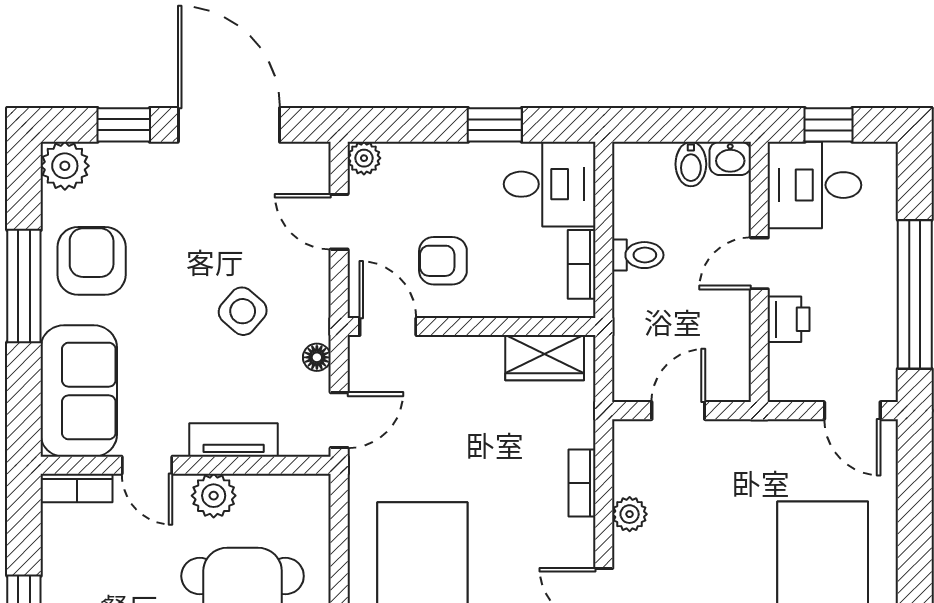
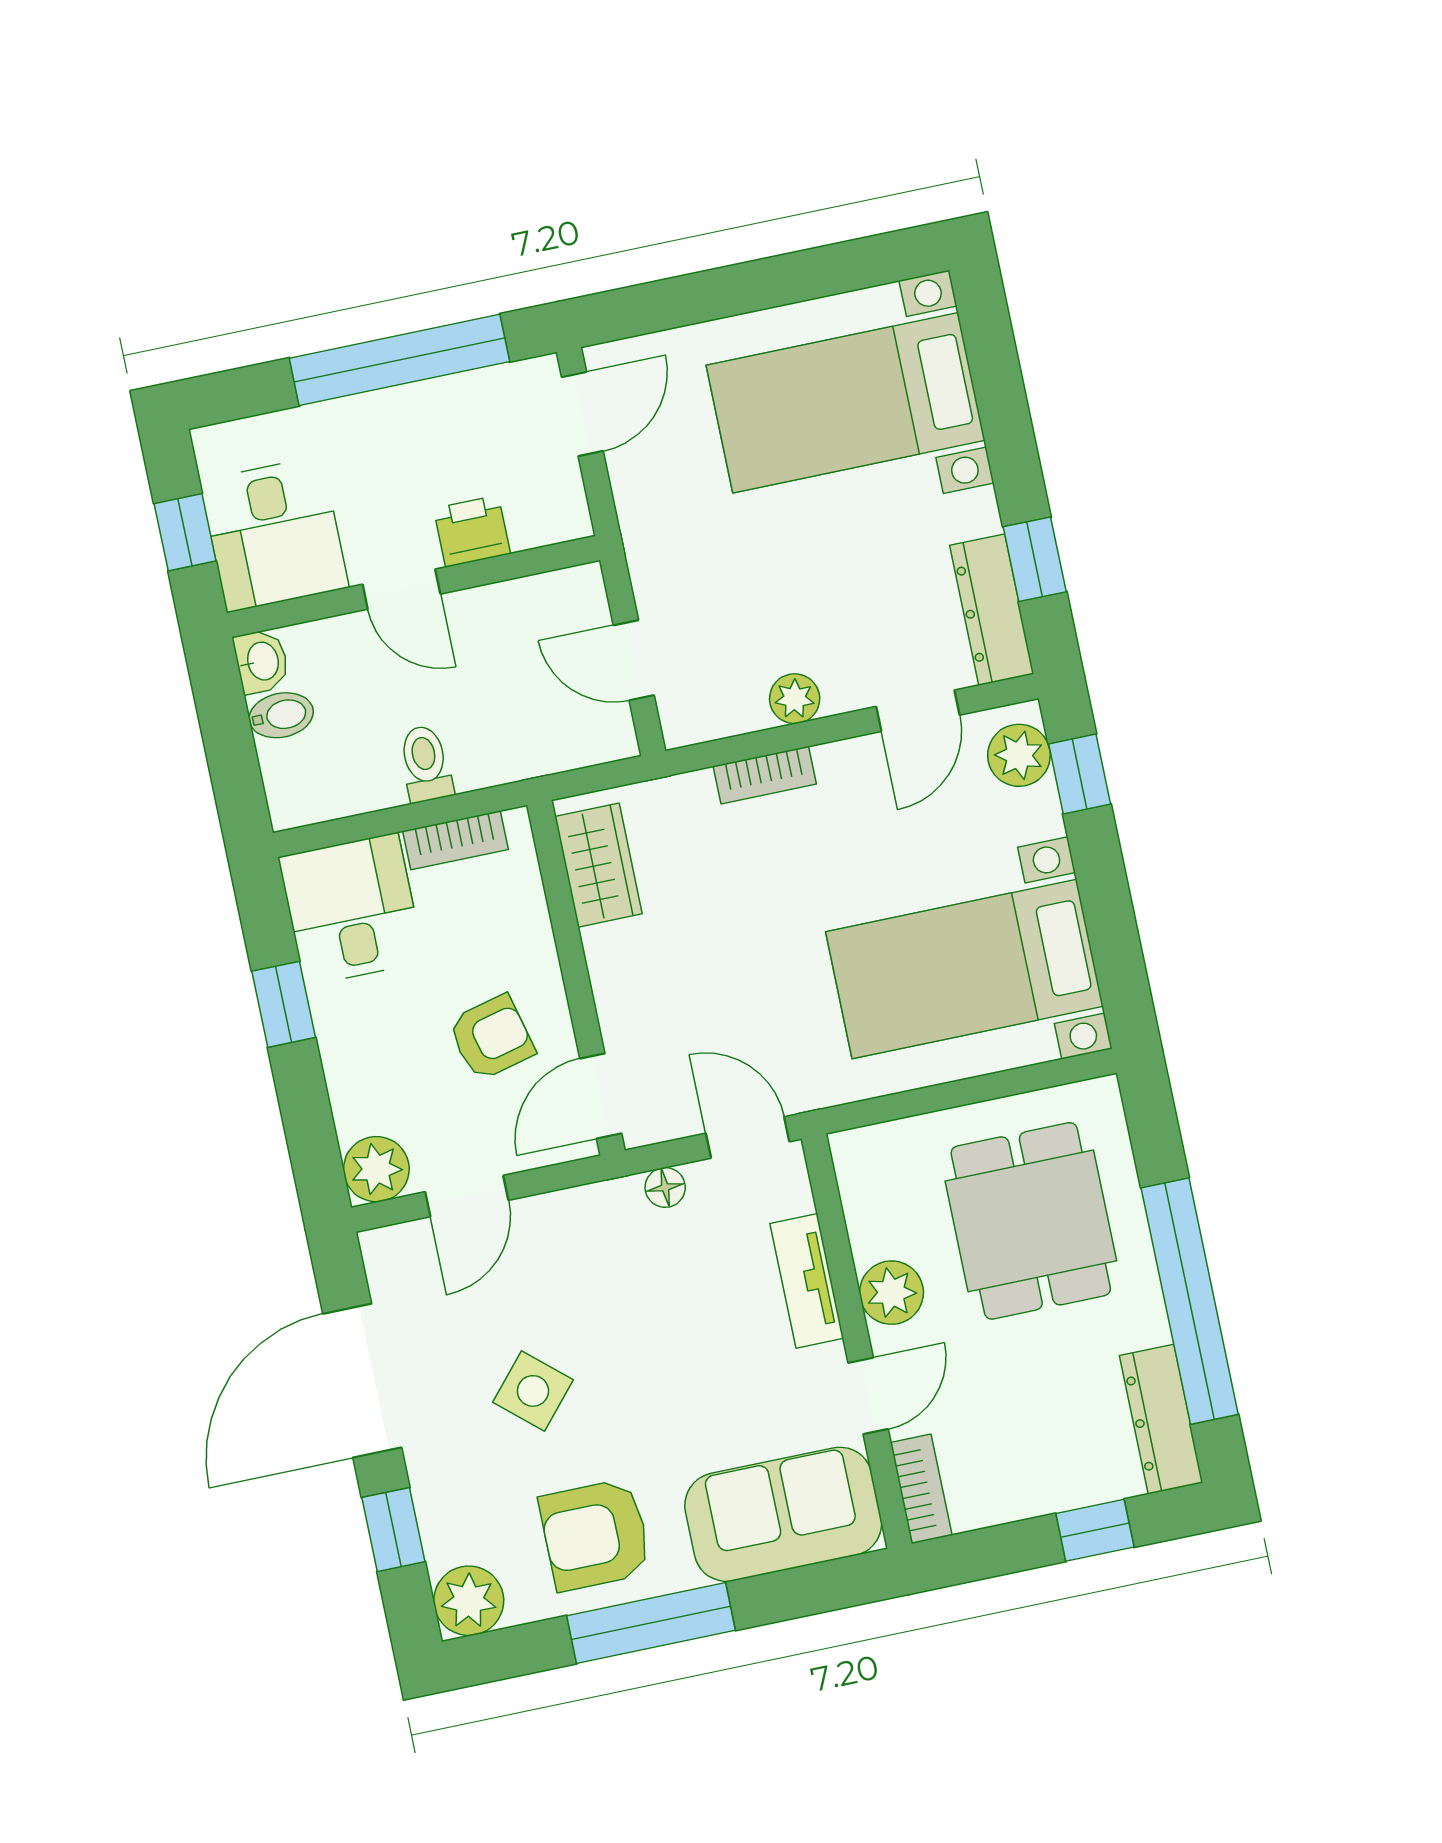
plant: (364, 158) -> (376, 1169), width x1.38, depth x1.38
armchair: (443, 261) -> (491, 1038), turned -104
side table: (243, 311) -> (533, 1391), moved

